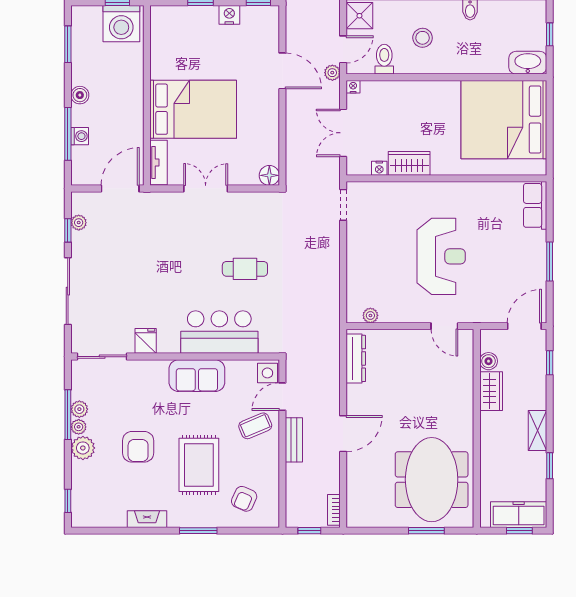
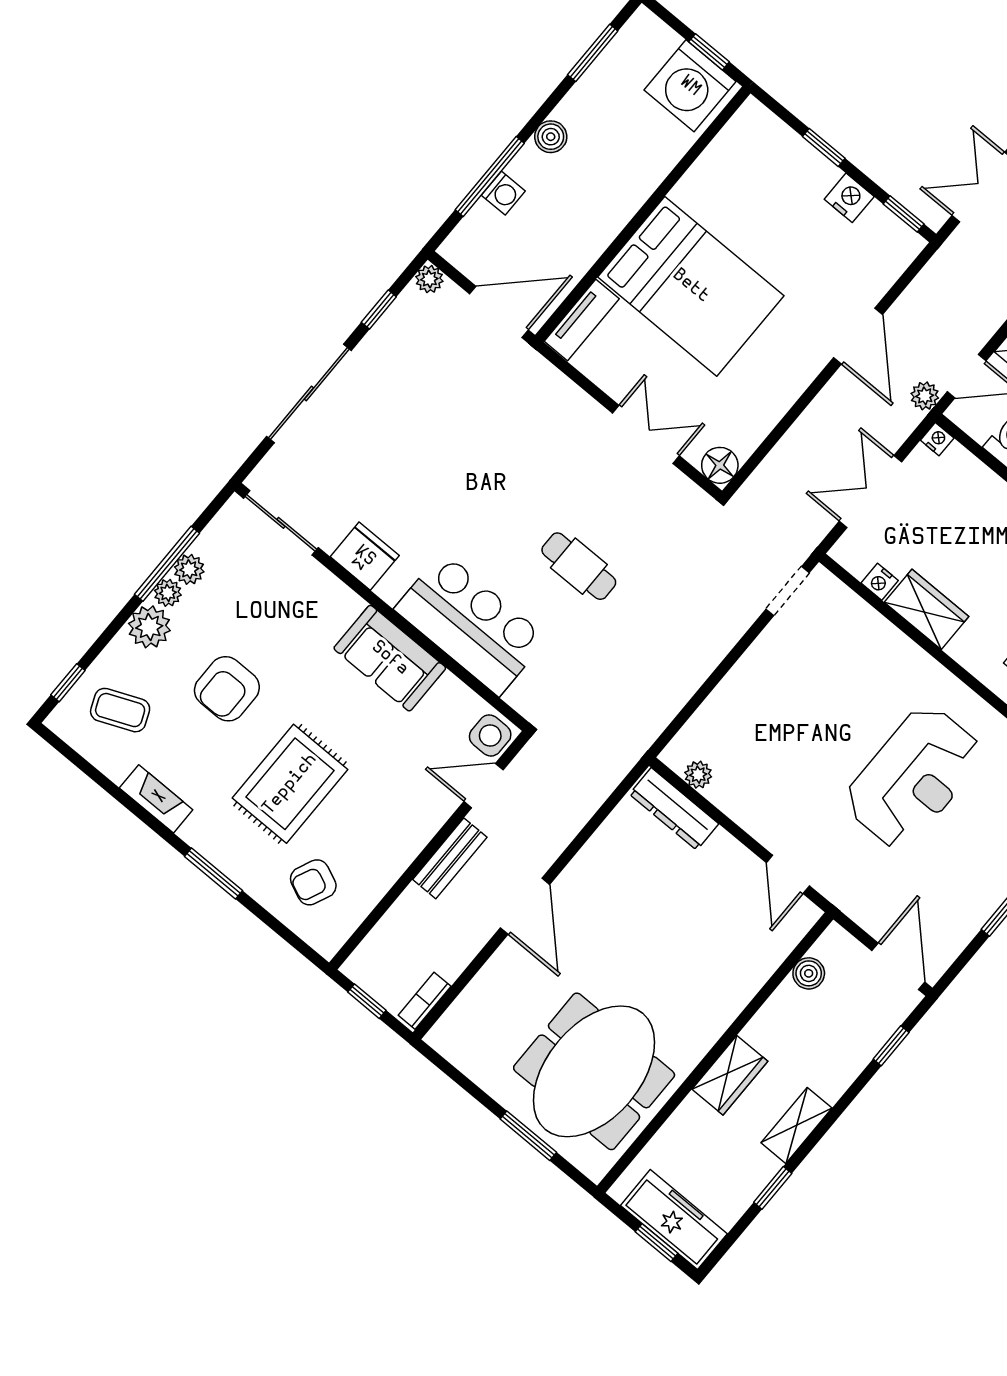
double door: (206, 189) -> (646, 434), moved
plant: (79, 223) -> (429, 279), moved
reception desk: (441, 256) -> (913, 777), moved
door: (524, 326) -> (898, 966), hinge flipped
fridge: (146, 341) -> (365, 556), width x1.38
dresser: (356, 358) -> (674, 809), moved, turned 90
wardrobe: (491, 391) -> (730, 1075), moved
coffee table: (255, 426) -> (120, 710), moved
door: (343, 434) -> (525, 906), hinge flipped

